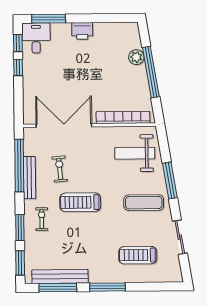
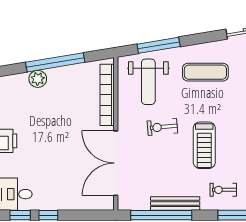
exercise bike: (60, 169) -> (162, 127), moved
window: (170, 181) -> (159, 45), moved
exercise mat: (144, 203) -> (205, 72), turned 90

